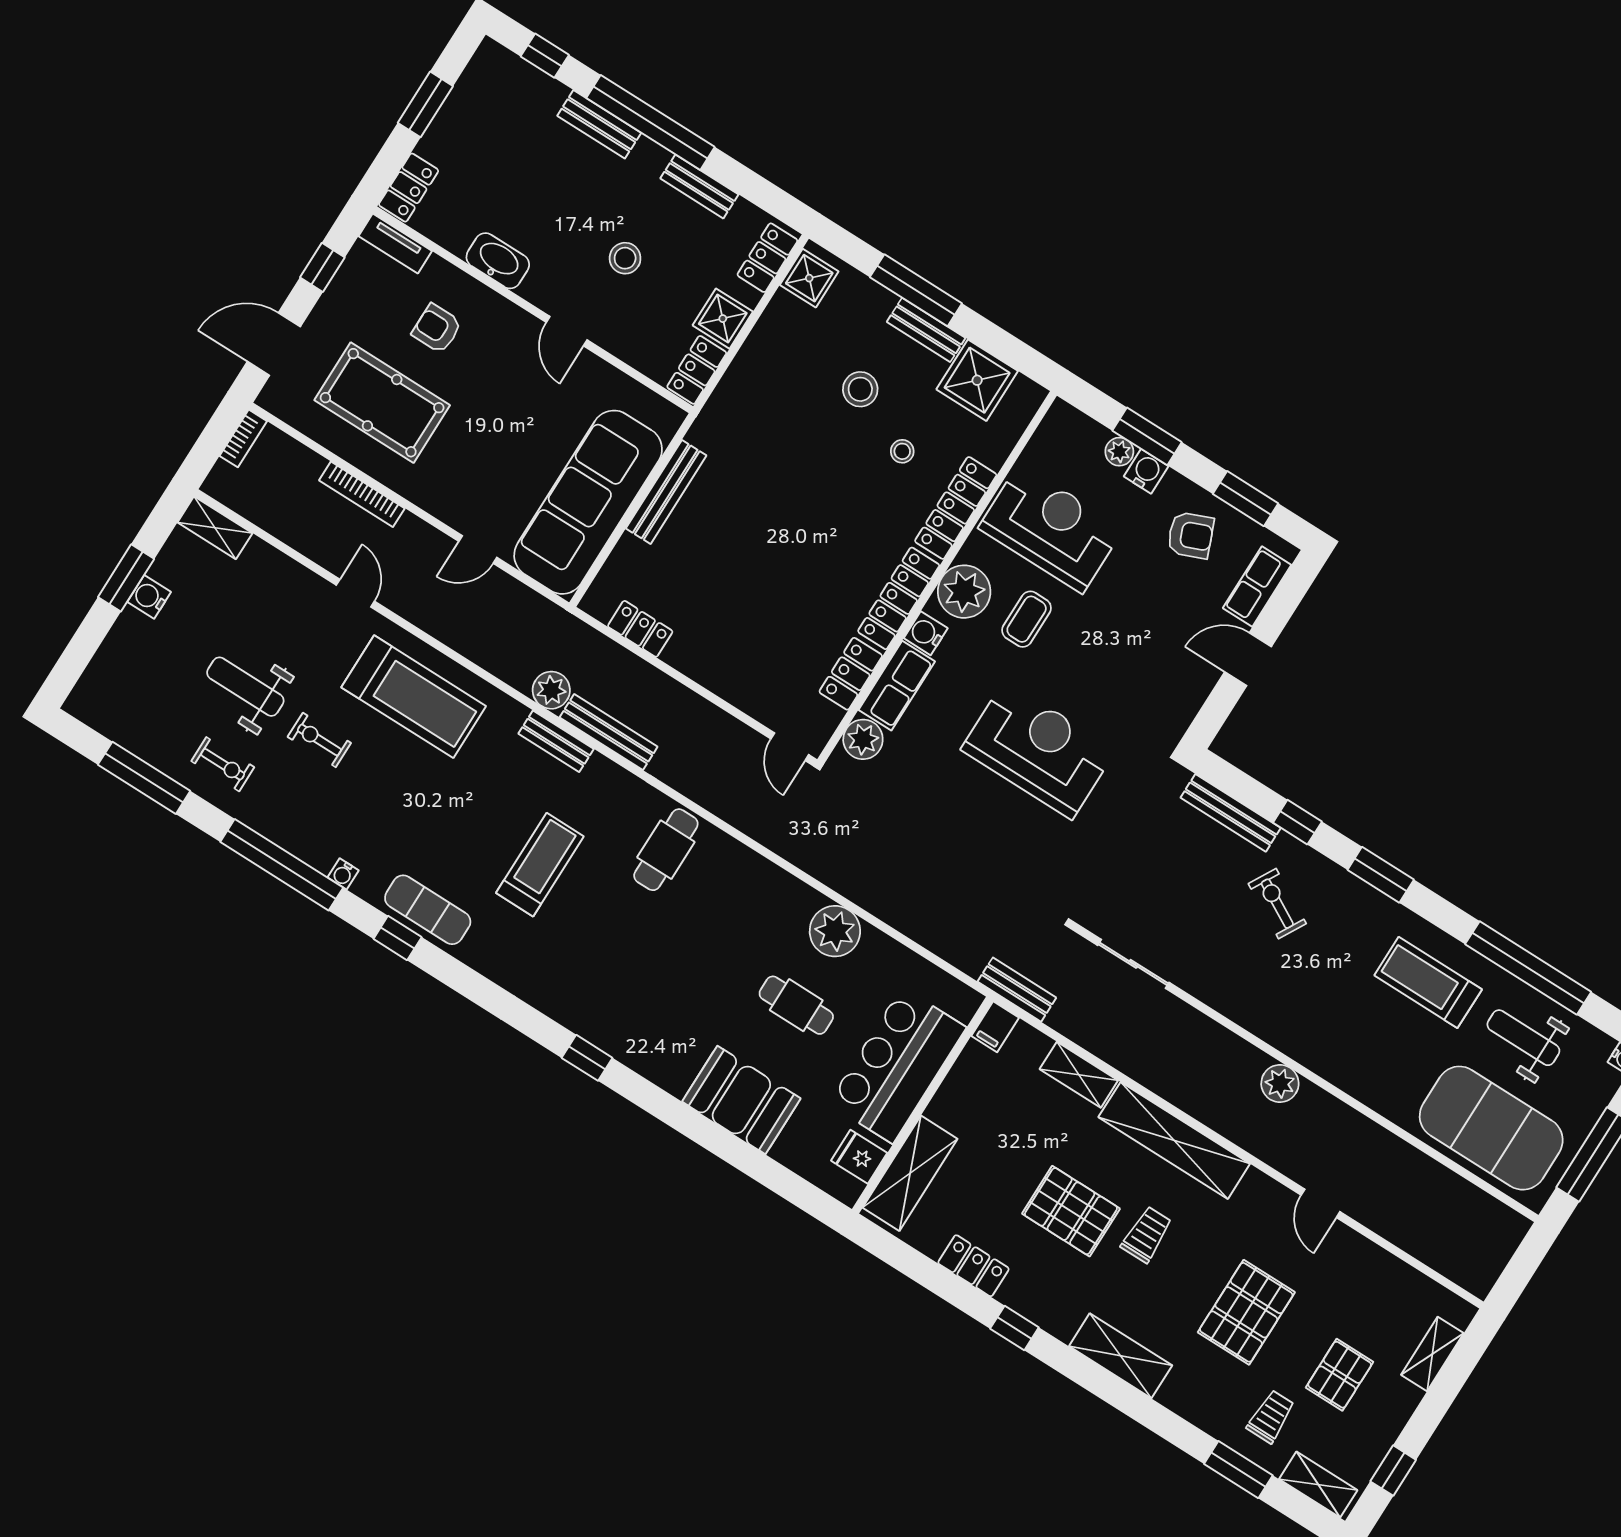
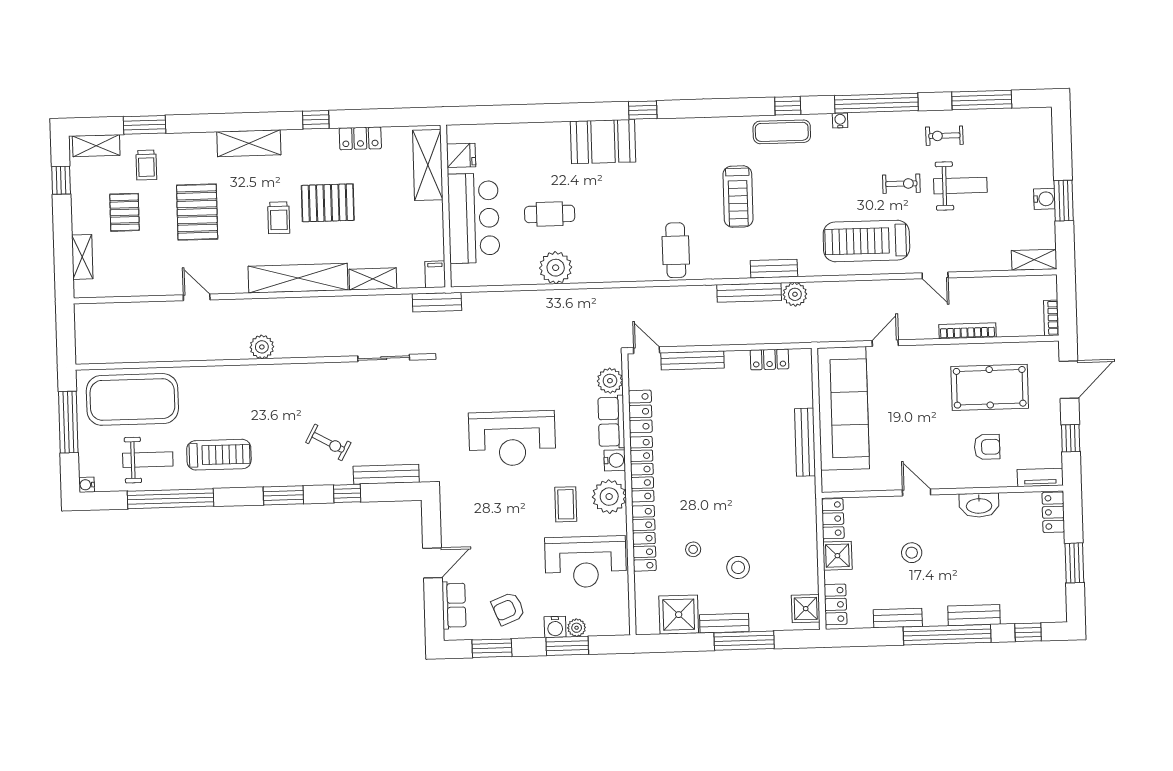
bench: (740, 694) -> (692, 360), added
booth: (741, 1100) -> (603, 142), moved

